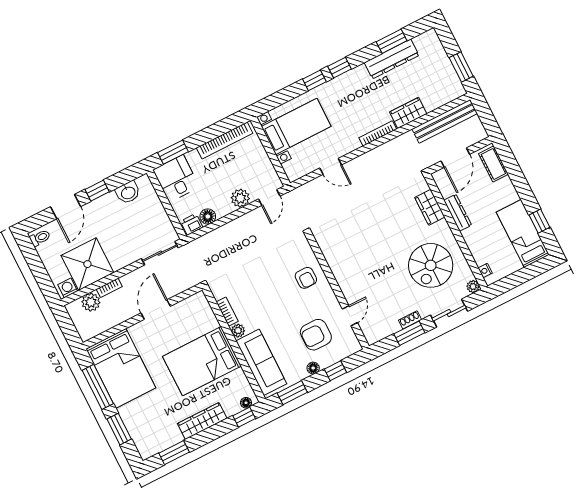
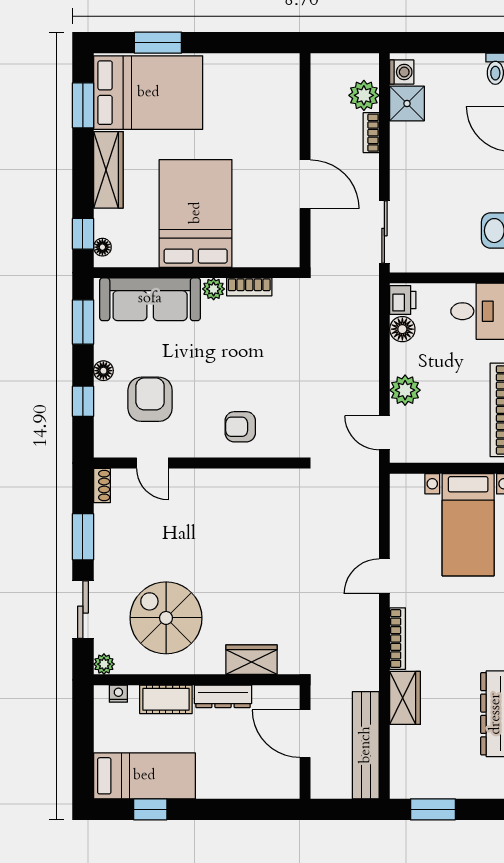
cot: (493, 164) -> (166, 699), moved
door: (331, 166) -> (384, 576), moved
shower: (87, 264) -> (407, 104), width x0.54, depth x0.54
shoe rack: (410, 320) -> (102, 485), moved
bed: (121, 368) -> (148, 93), moved, turned 180
window: (98, 387) -> (235, 43), removed

